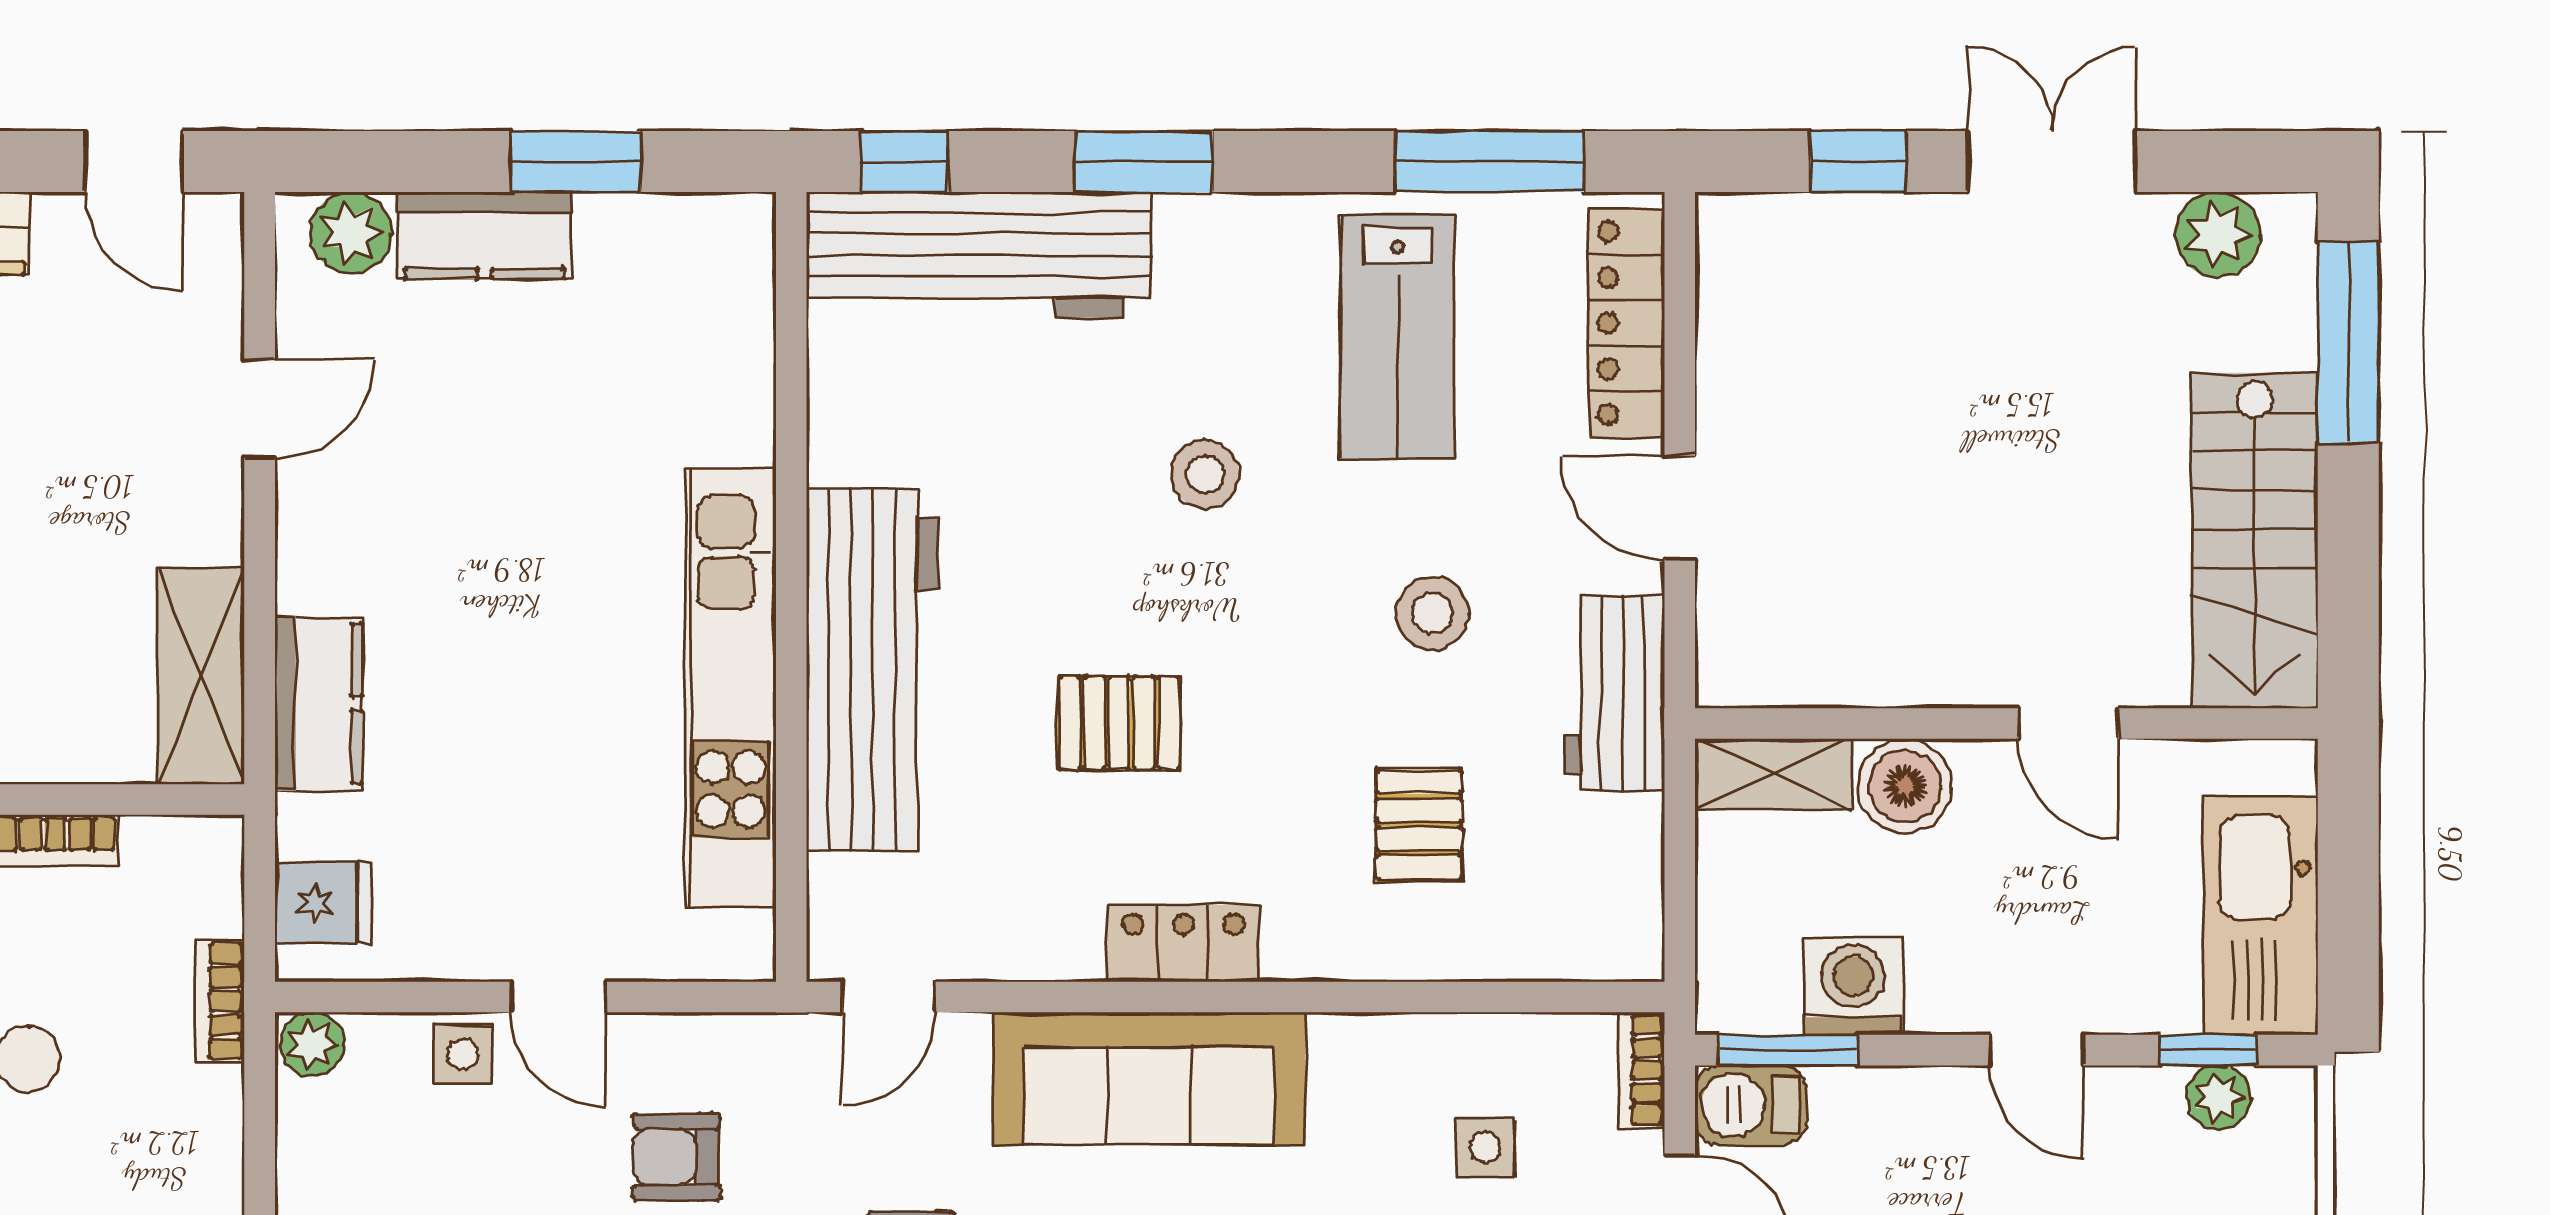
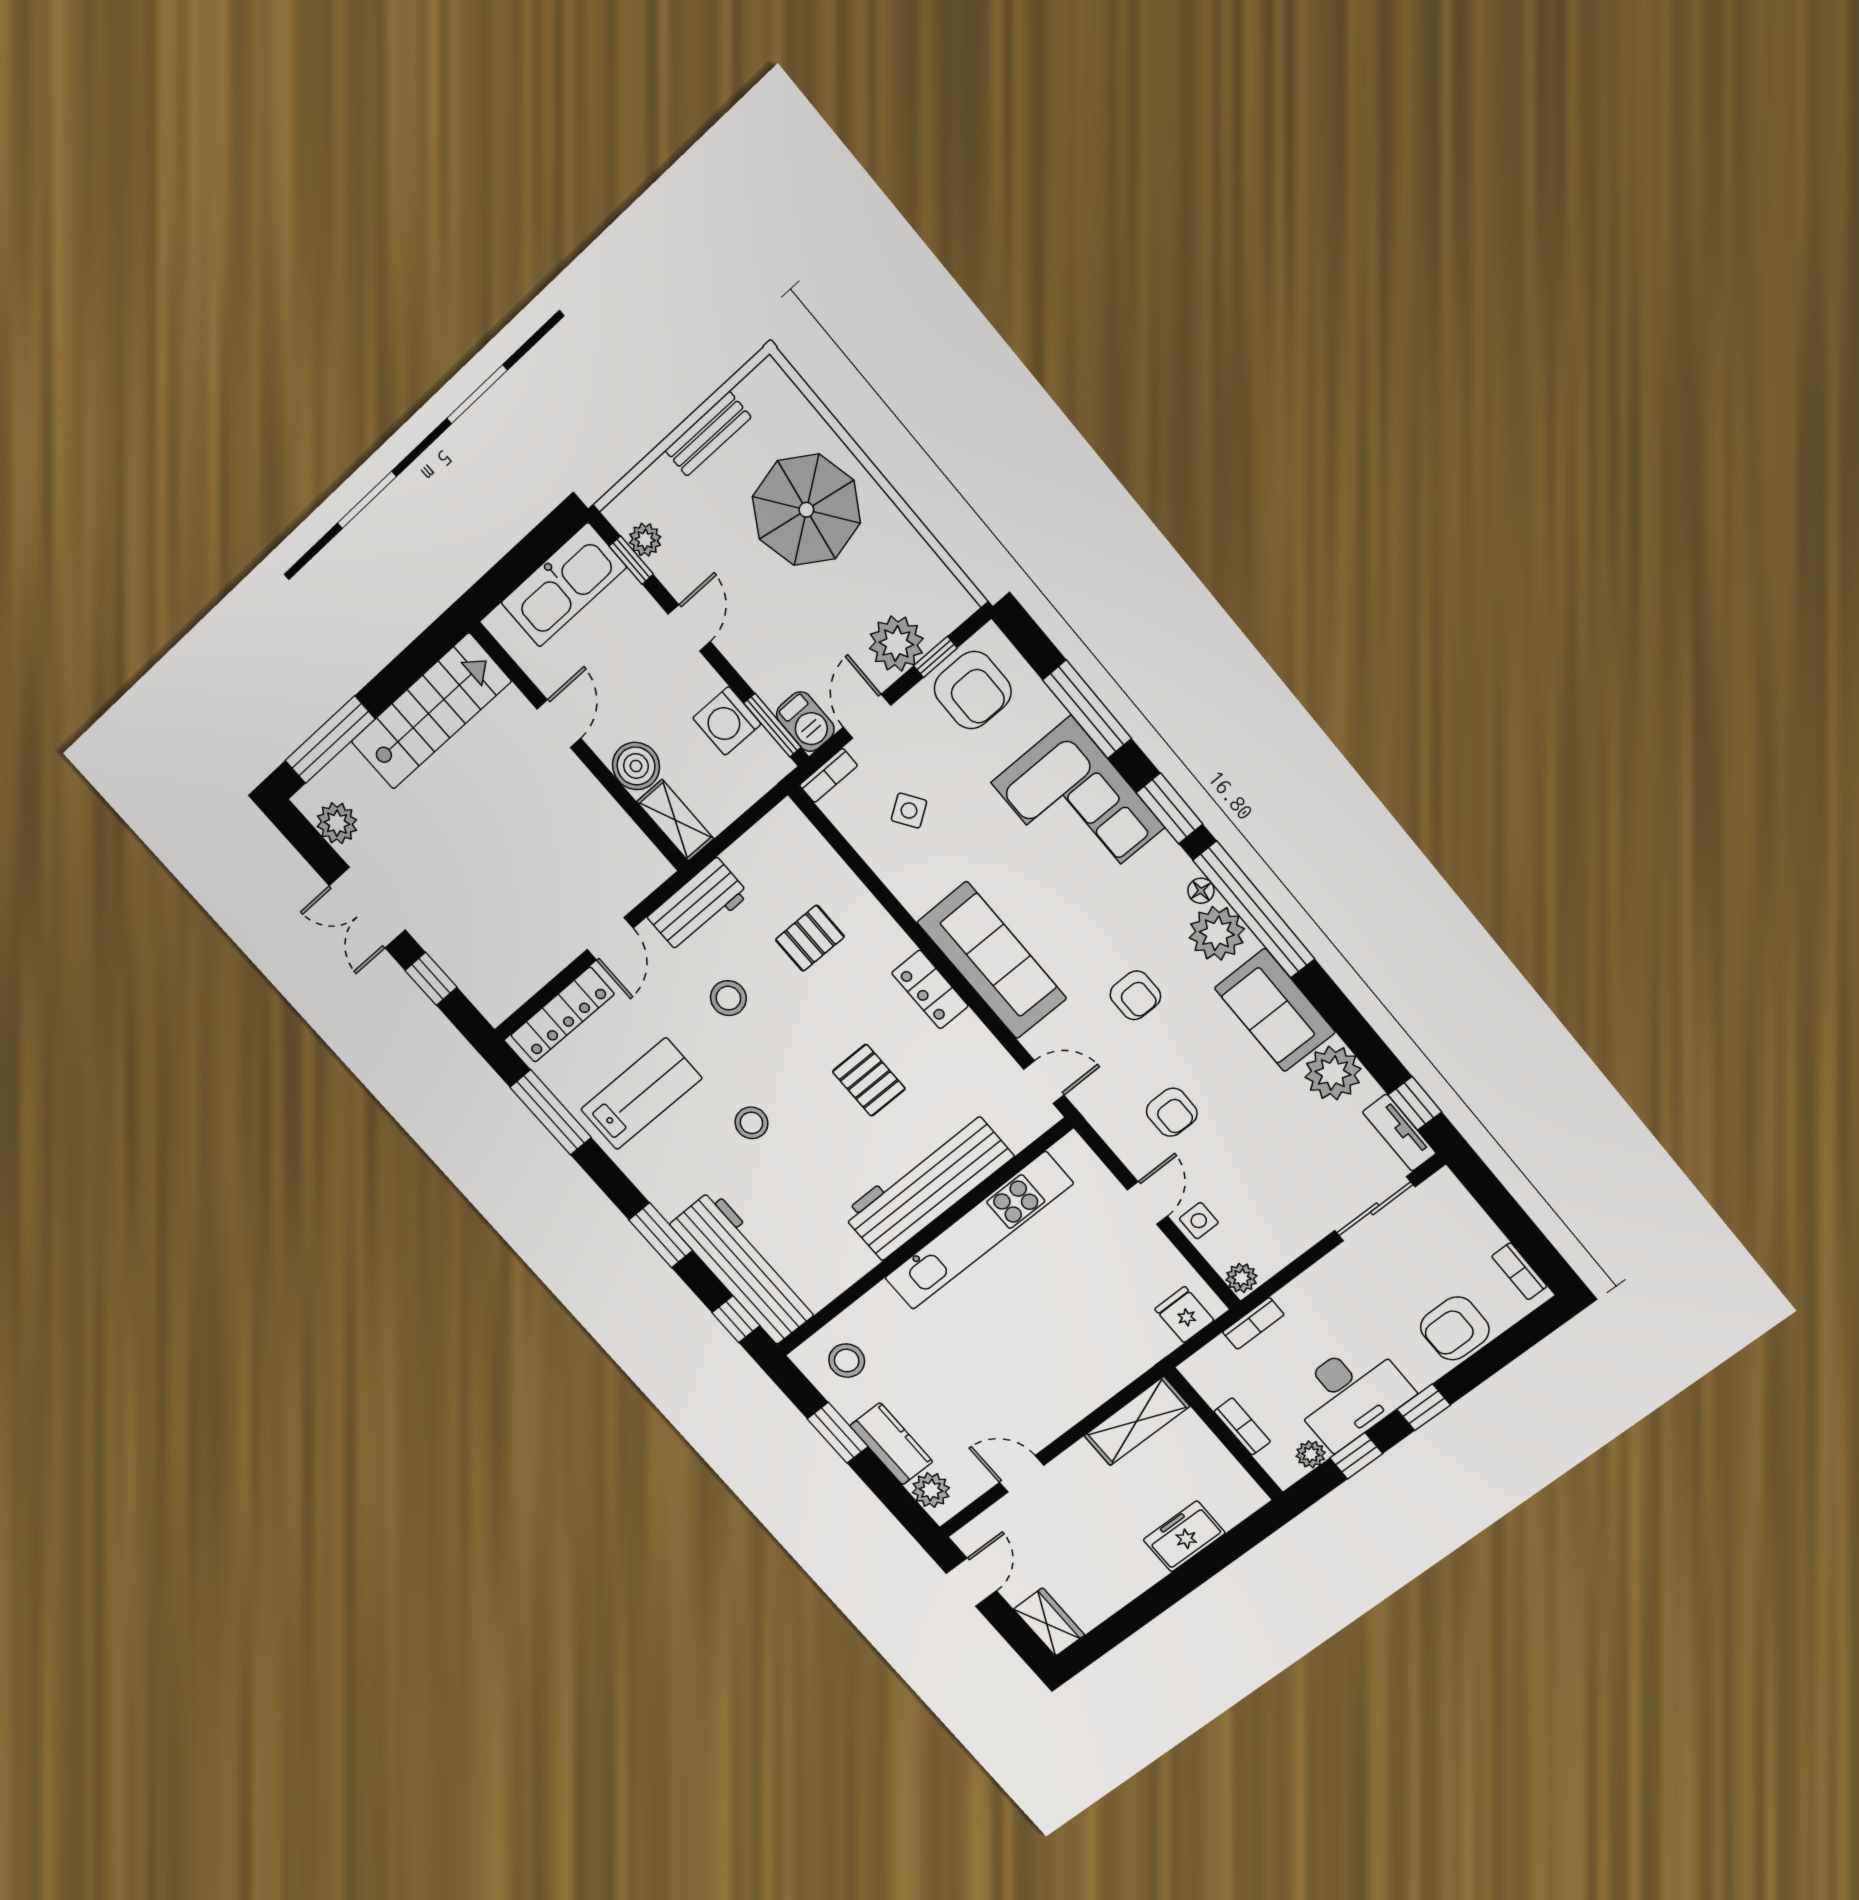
stool: (687, 285) -> (847, 1361), added
kitchen counter: (318, 704) -> (1111, 1372), removed
side table: (1485, 1147) -> (909, 811), turned -34

